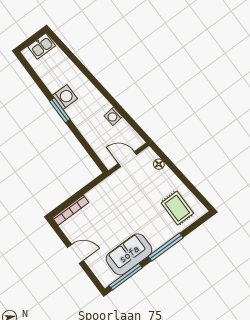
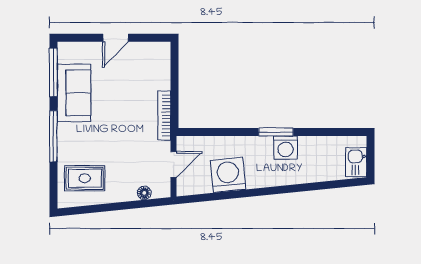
washing machine: (113, 116) -> (228, 175), width x1.89, depth x1.89
bookcase: (71, 210) -> (164, 116), moved

